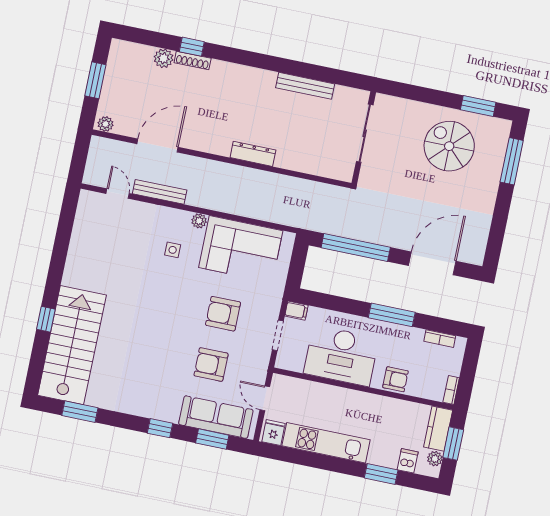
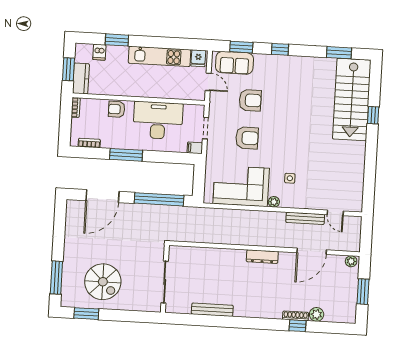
dresser: (253, 154) -> (262, 257), moved
sofa: (216, 417) -> (234, 63), width x0.73
plant: (435, 459) -> (80, 57), removed

